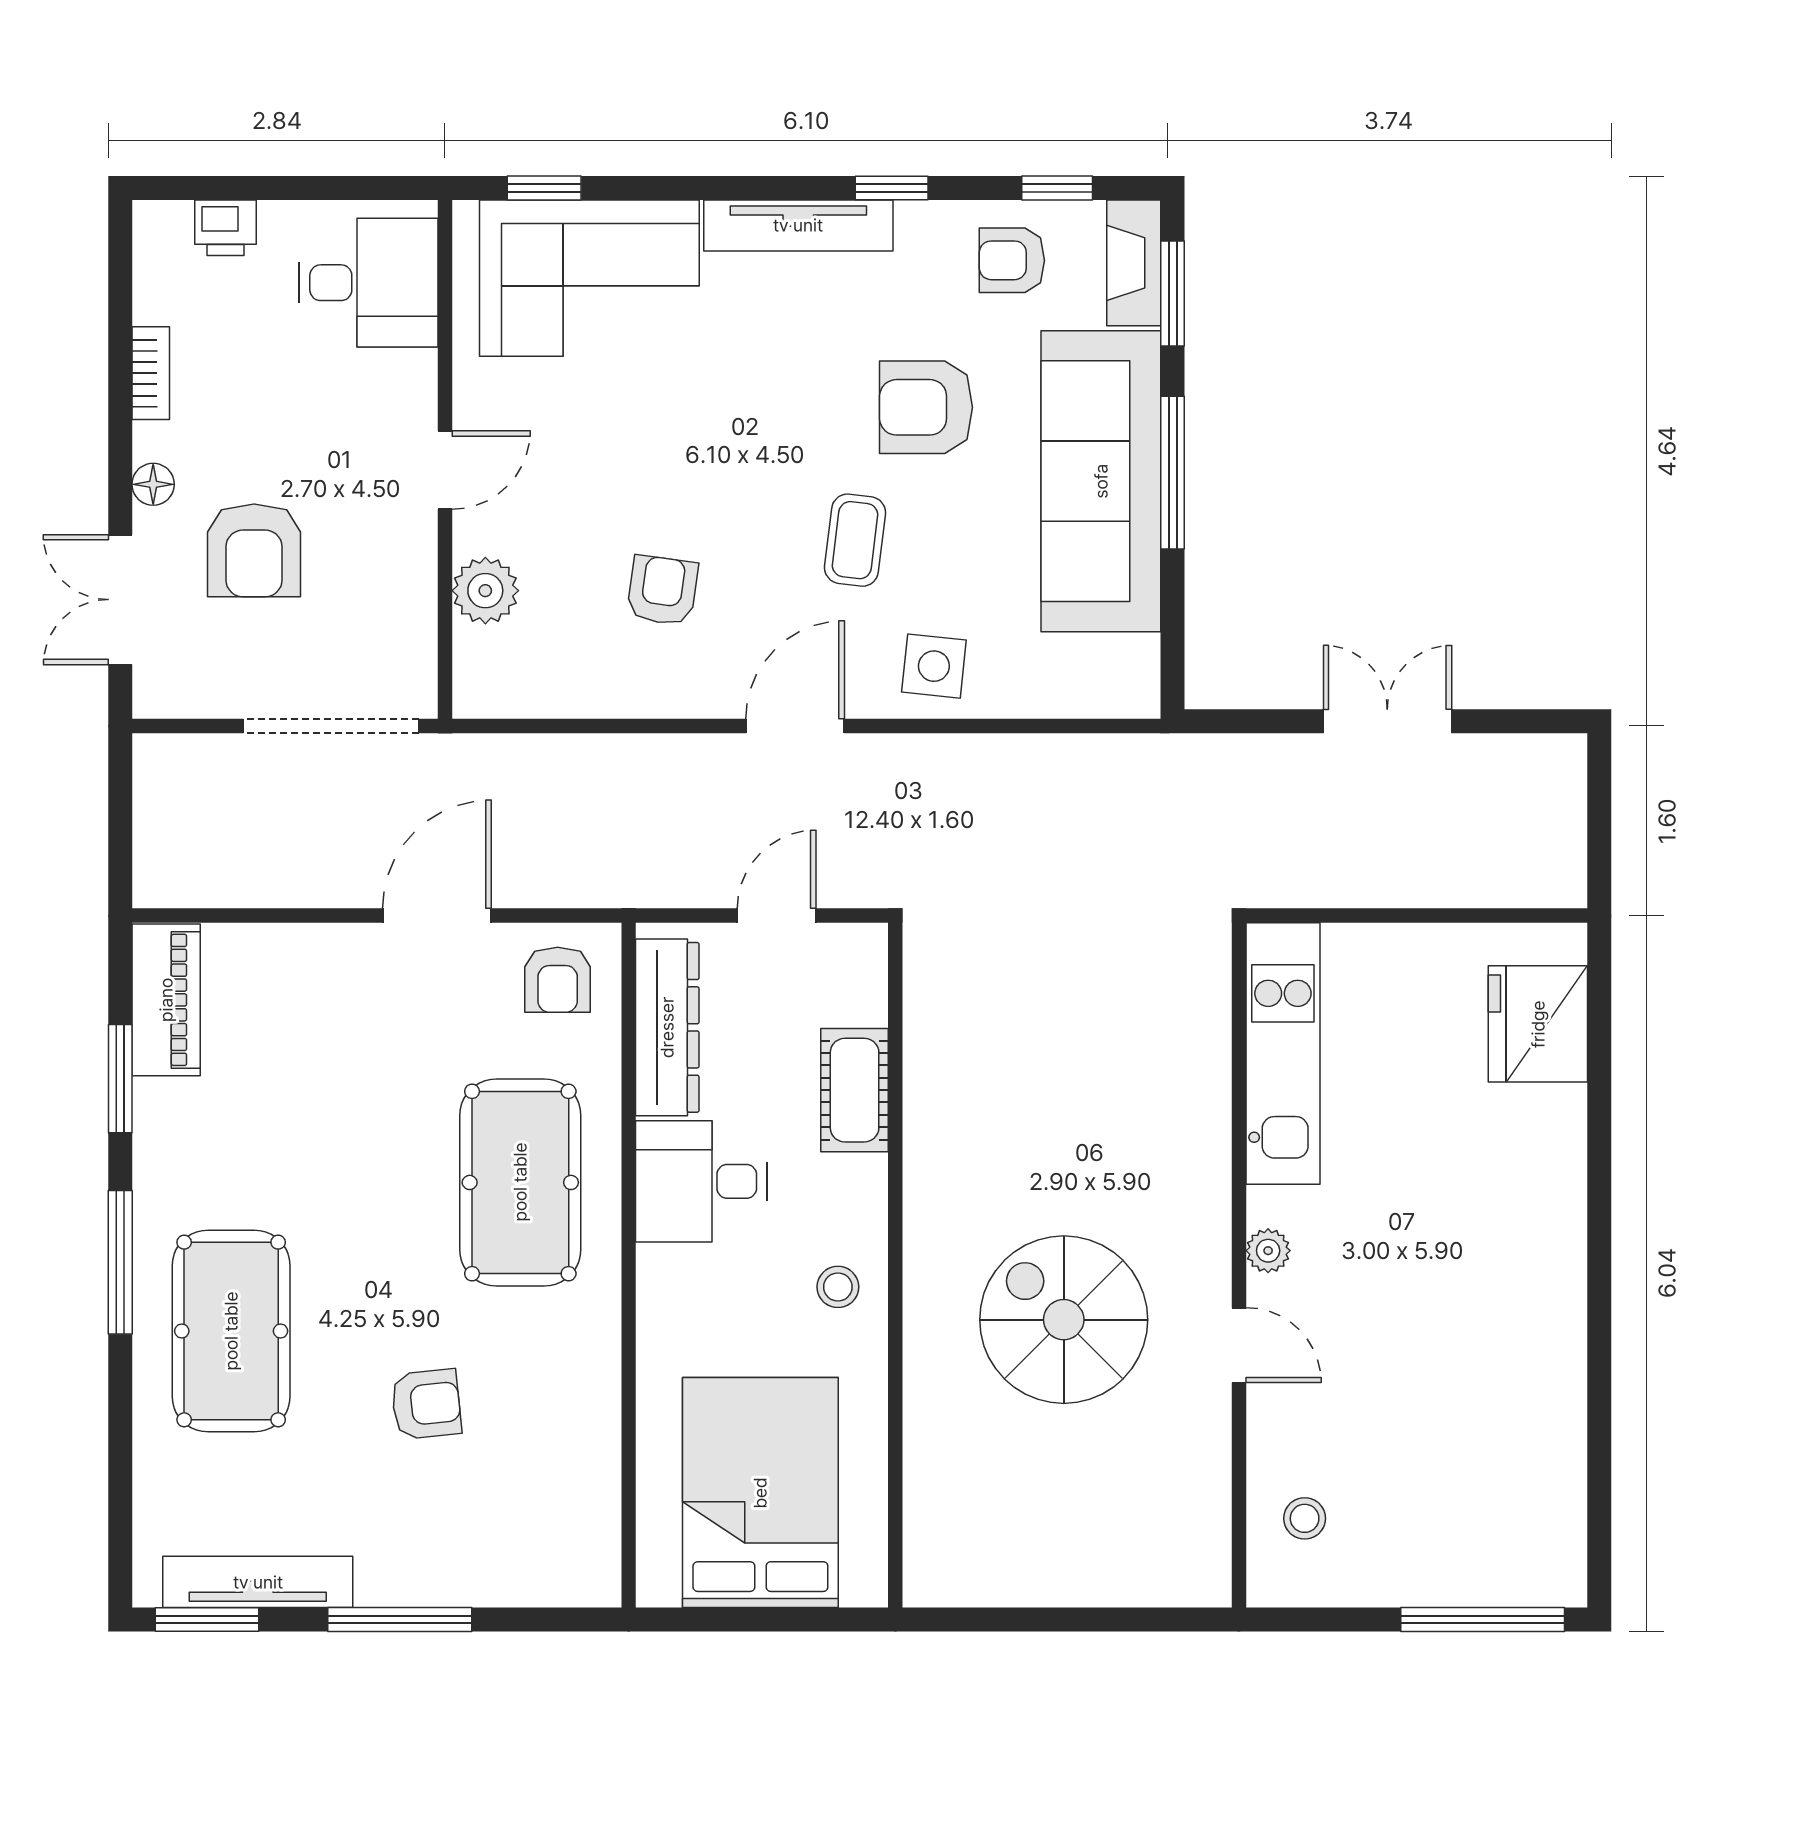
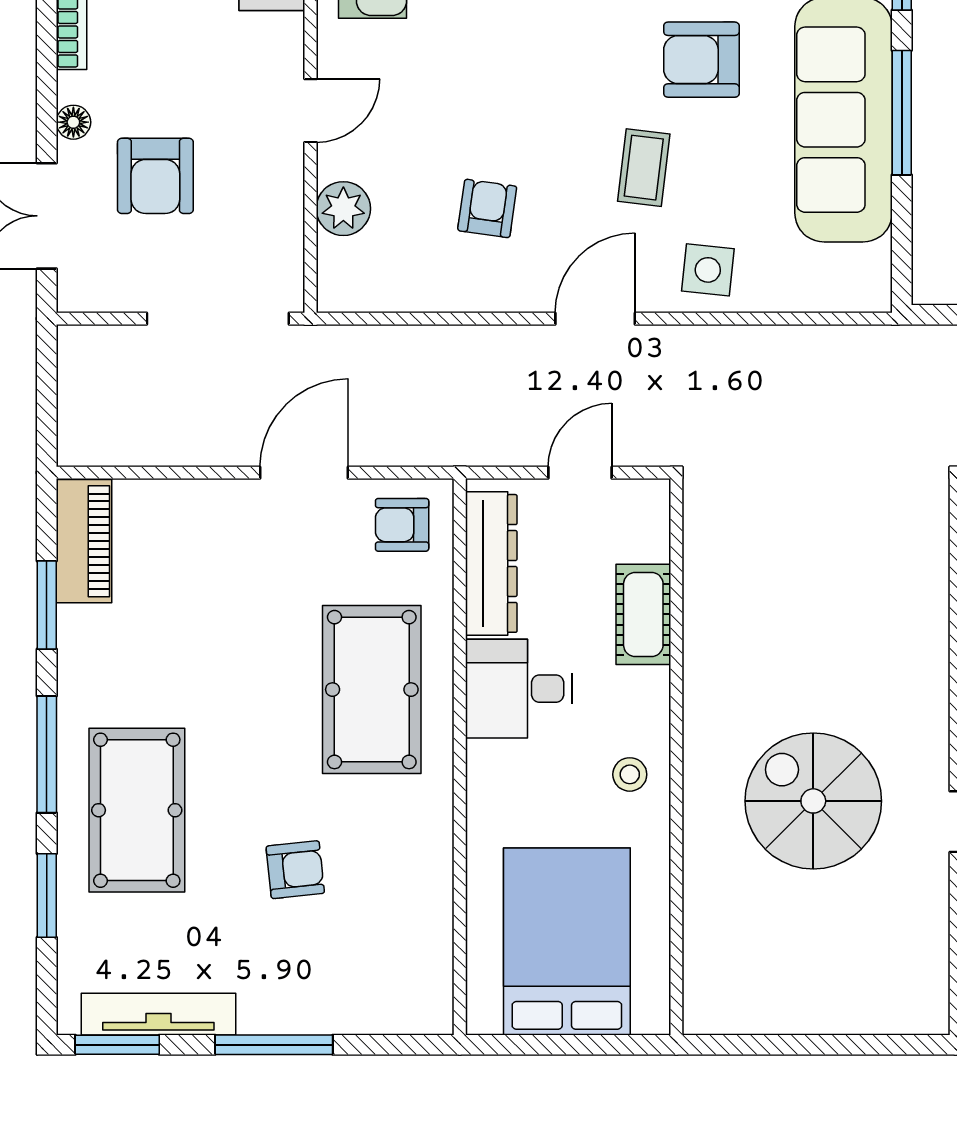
armchair: (558, 980) -> (402, 525), turned 90
window: (120, 1436) -> (47, 896), added

